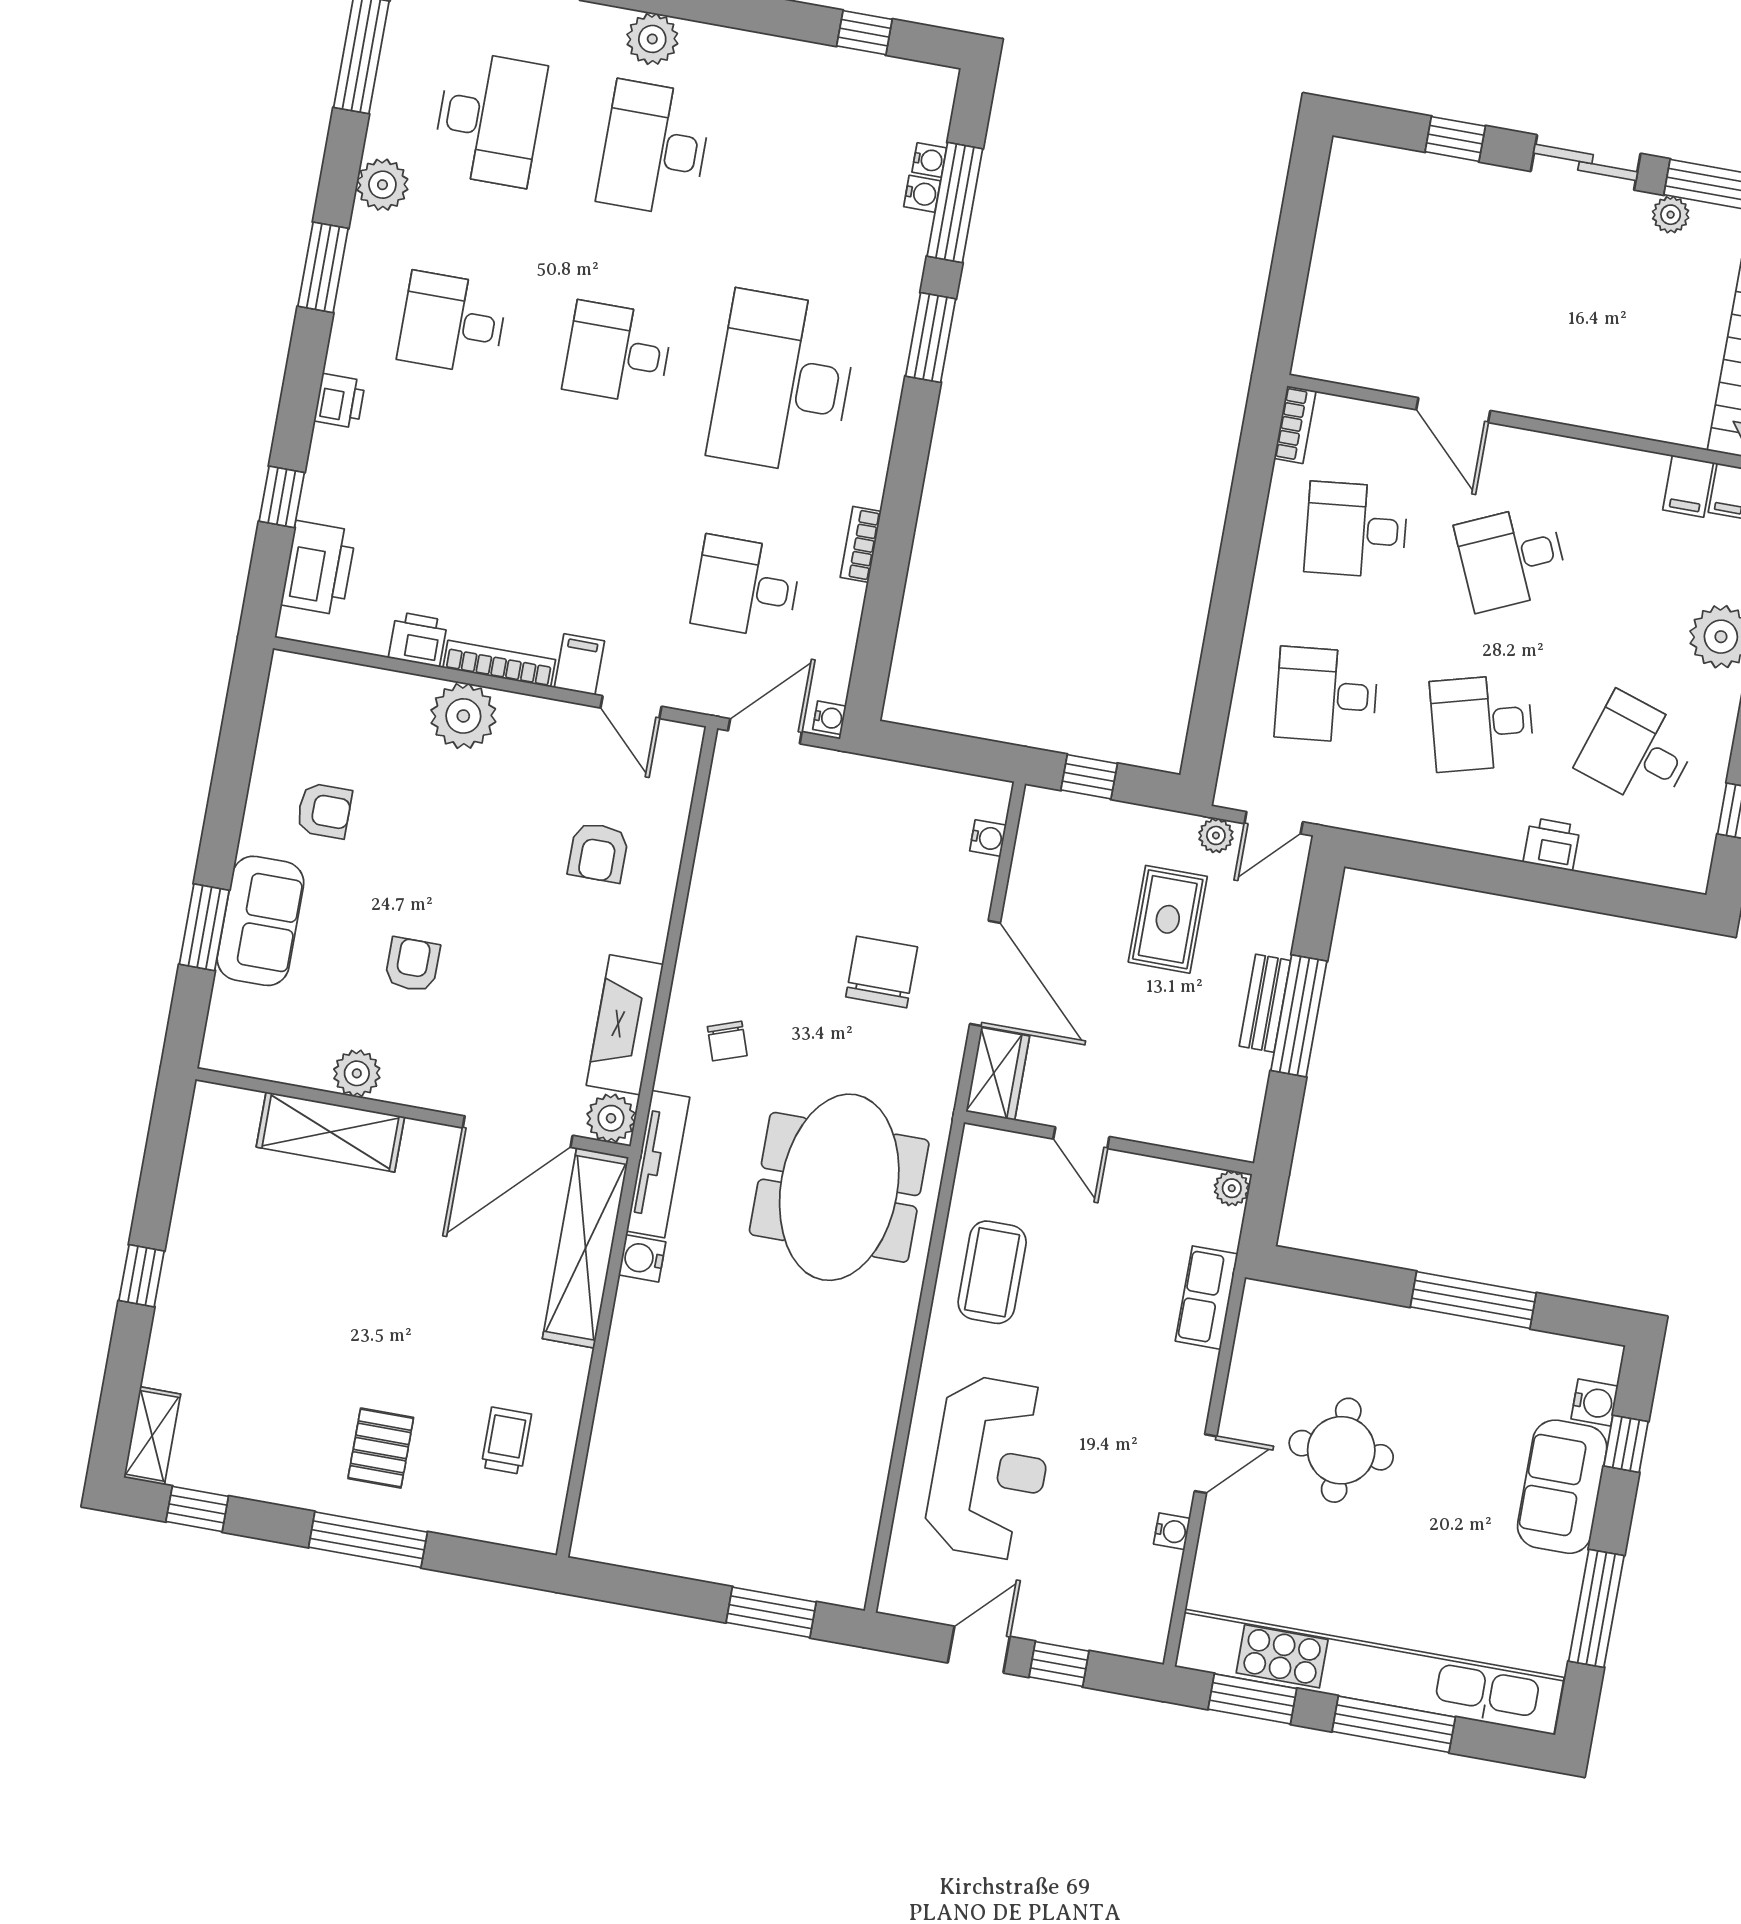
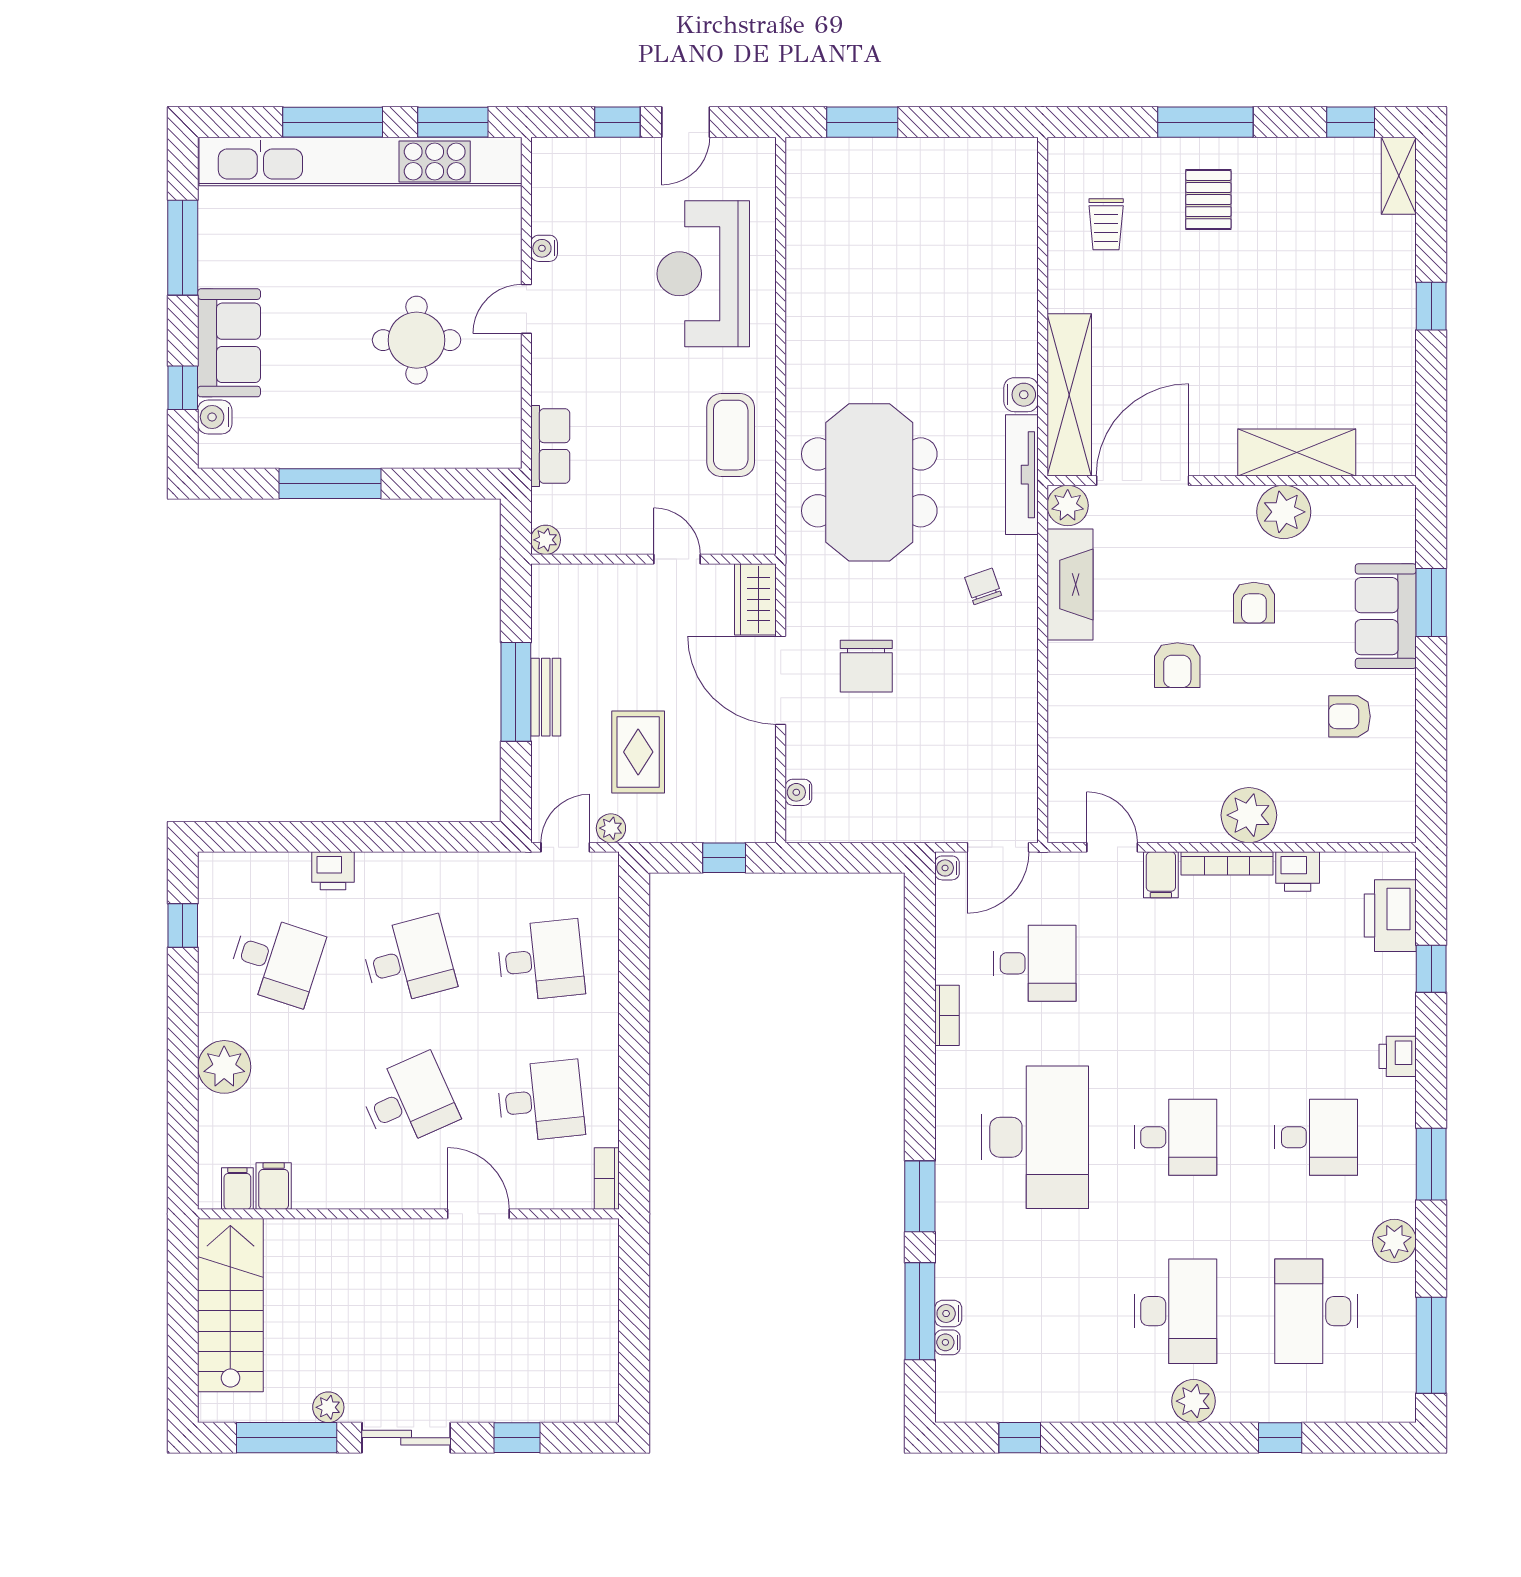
armchair: (598, 852) -> (1177, 665), moved, turned 180
plant: (357, 1073) -> (1284, 512), width x1.36, depth x1.36

